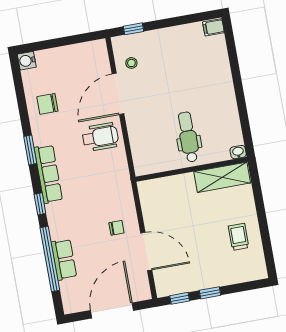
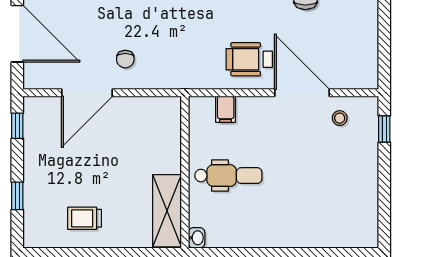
filing cabinet: (213, 27) -> (226, 109), moved, turned 180
wheelchair: (100, 137) -> (249, 59), turned 90
trolley: (239, 237) -> (84, 218), turned 180
window: (210, 293) -> (17, 196), moved

